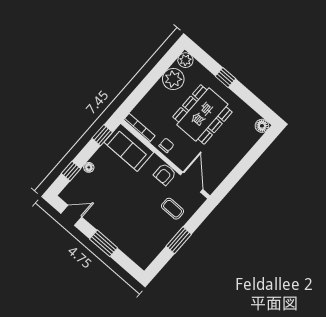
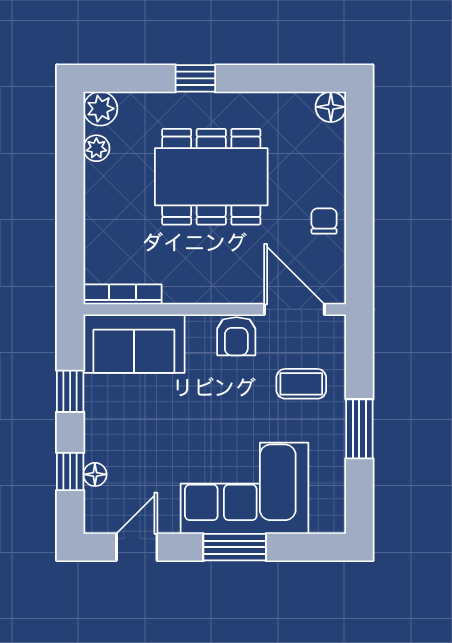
plant: (173, 79) -> (96, 148), width x0.53, depth x0.53
dining table: (202, 114) -> (211, 177), turned 90
window: (102, 135) -> (70, 391), moved
chair: (166, 145) -> (324, 221), moved
floor lamp: (89, 167) -> (95, 474), moved
corner sofa: (124, 227) -> (245, 488), added

